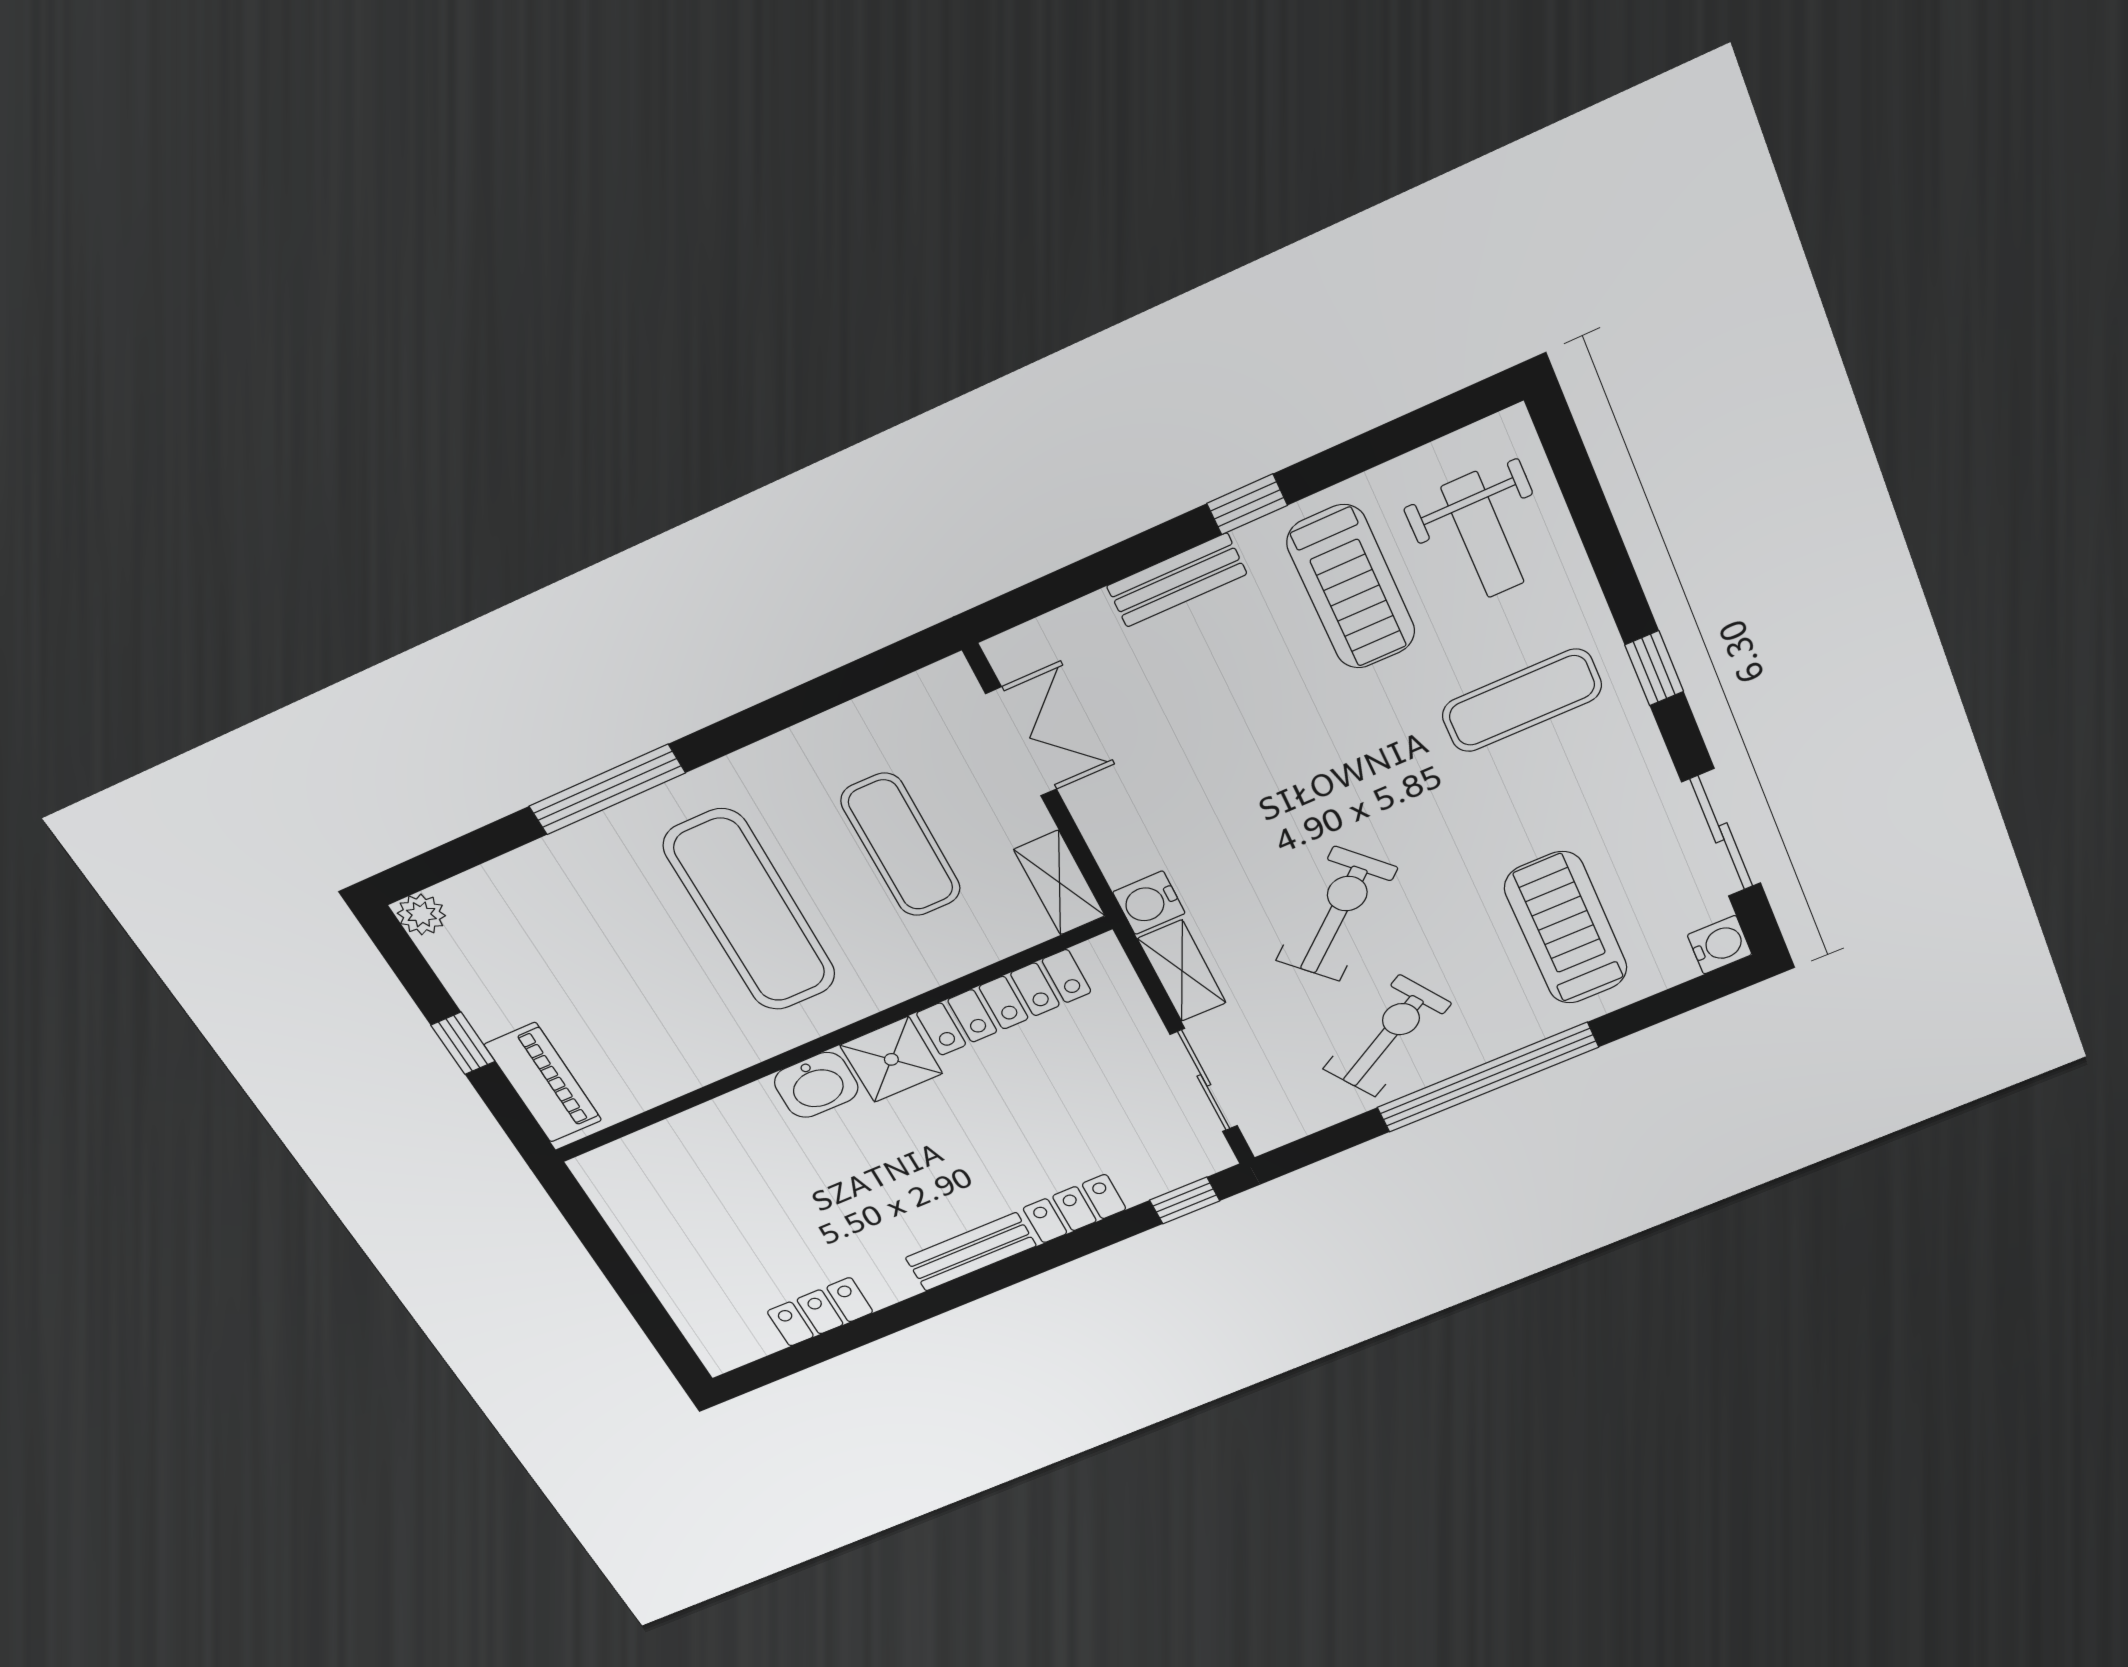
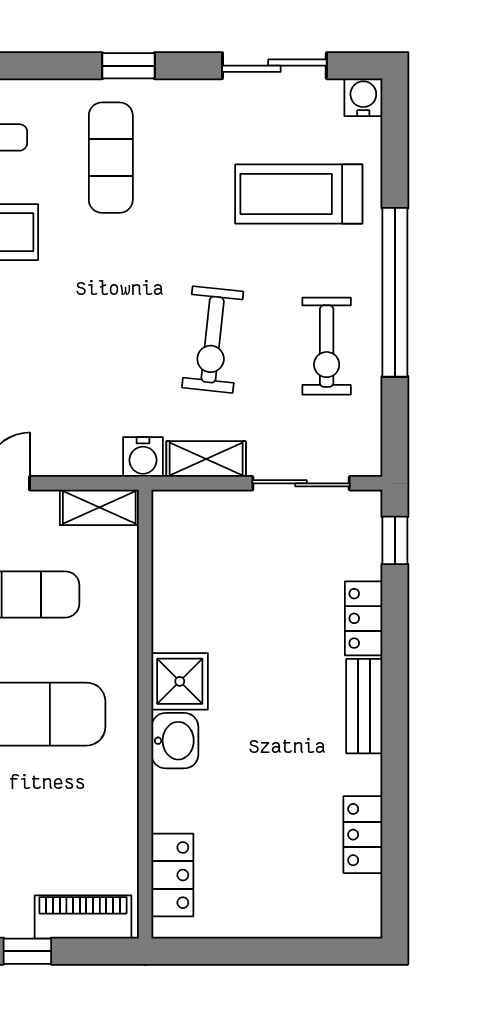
exercise bike: (1337, 914) -> (213, 340), turned -131
locker: (1004, 1003) -> (172, 875), moved, width x0.66
exercise bike: (1387, 1036) -> (327, 346), turned -148

